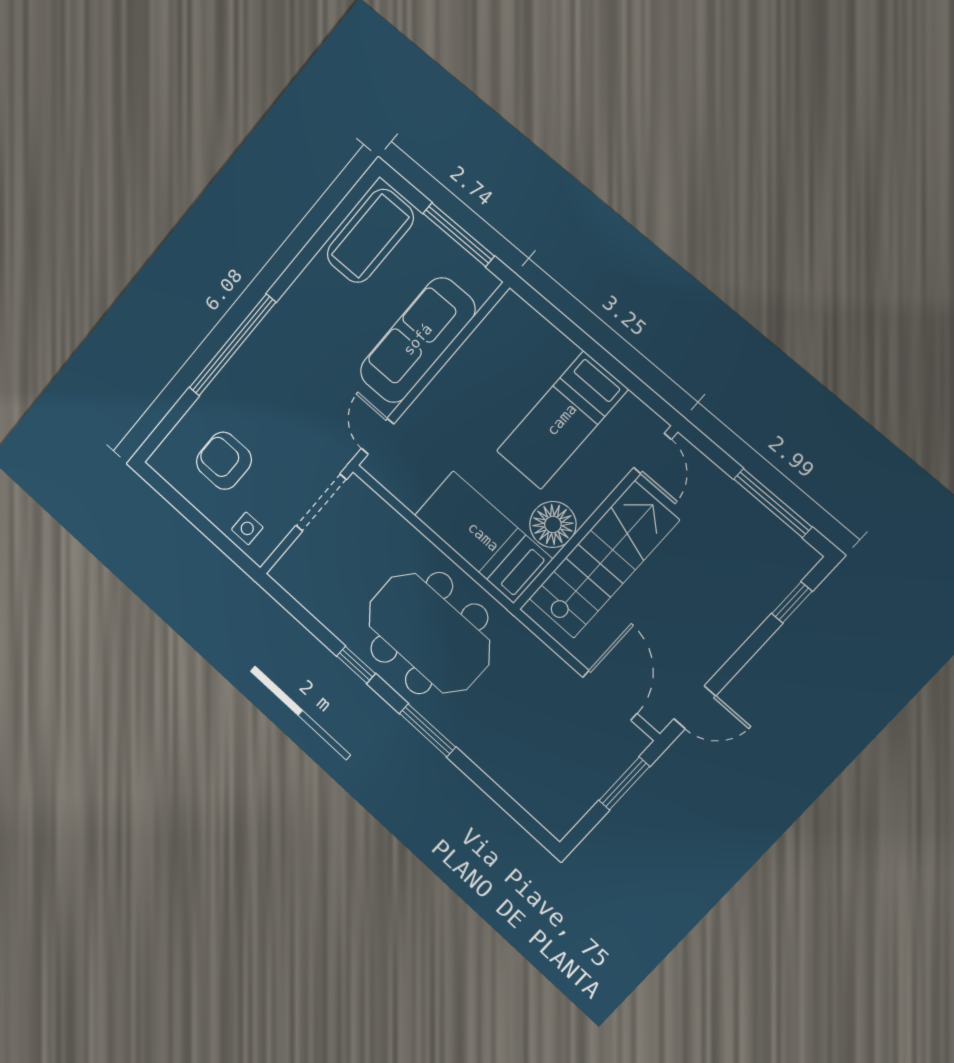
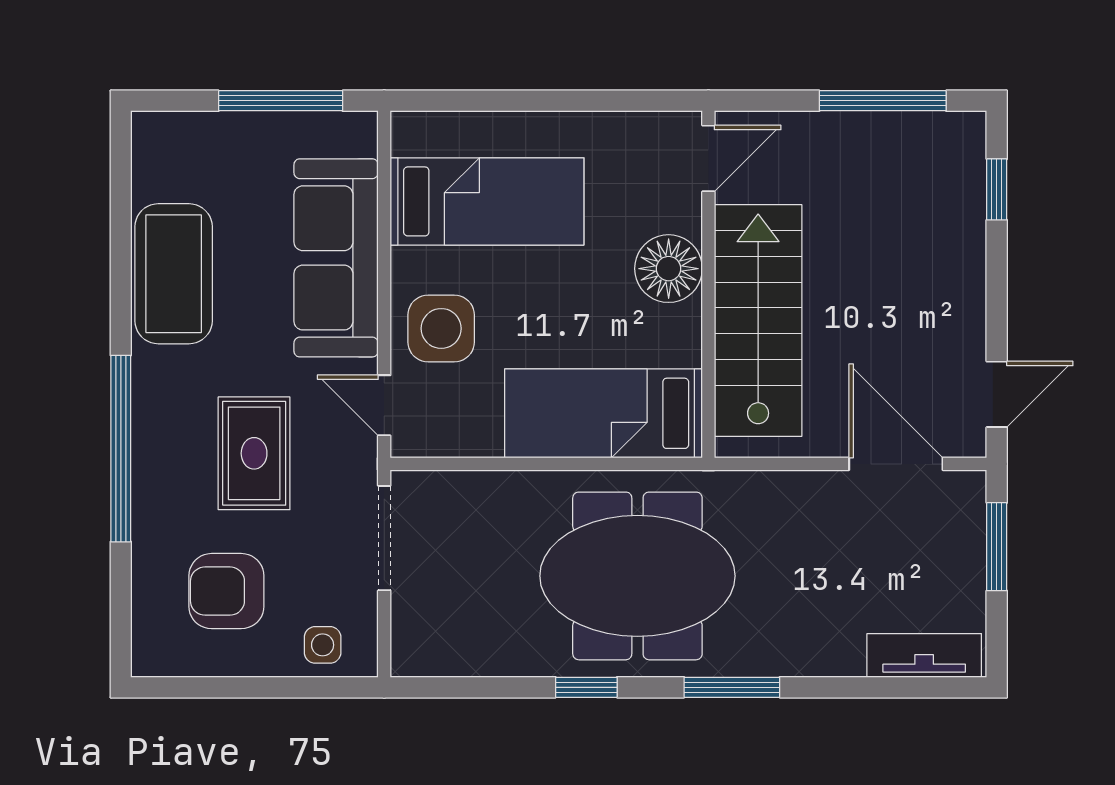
coffee table: (370, 236) -> (174, 274), moved
rug: (294, 404) -> (254, 453), added
bed: (562, 420) -> (487, 201), moved, turned -90
side table: (439, 422) -> (441, 328), added
door: (652, 454) -> (708, 158), hinge flipped
floor lamp: (553, 524) -> (669, 269), moved
tv unit: (538, 803) -> (924, 655), added

